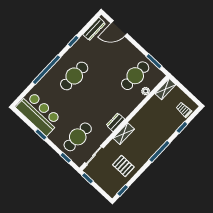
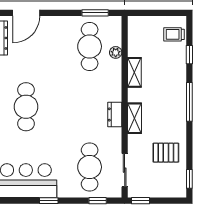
shelving: (165, 89) -> (134, 72), moved

